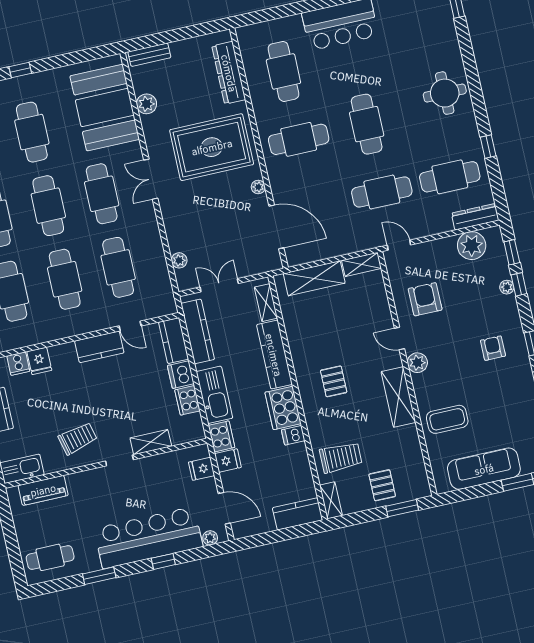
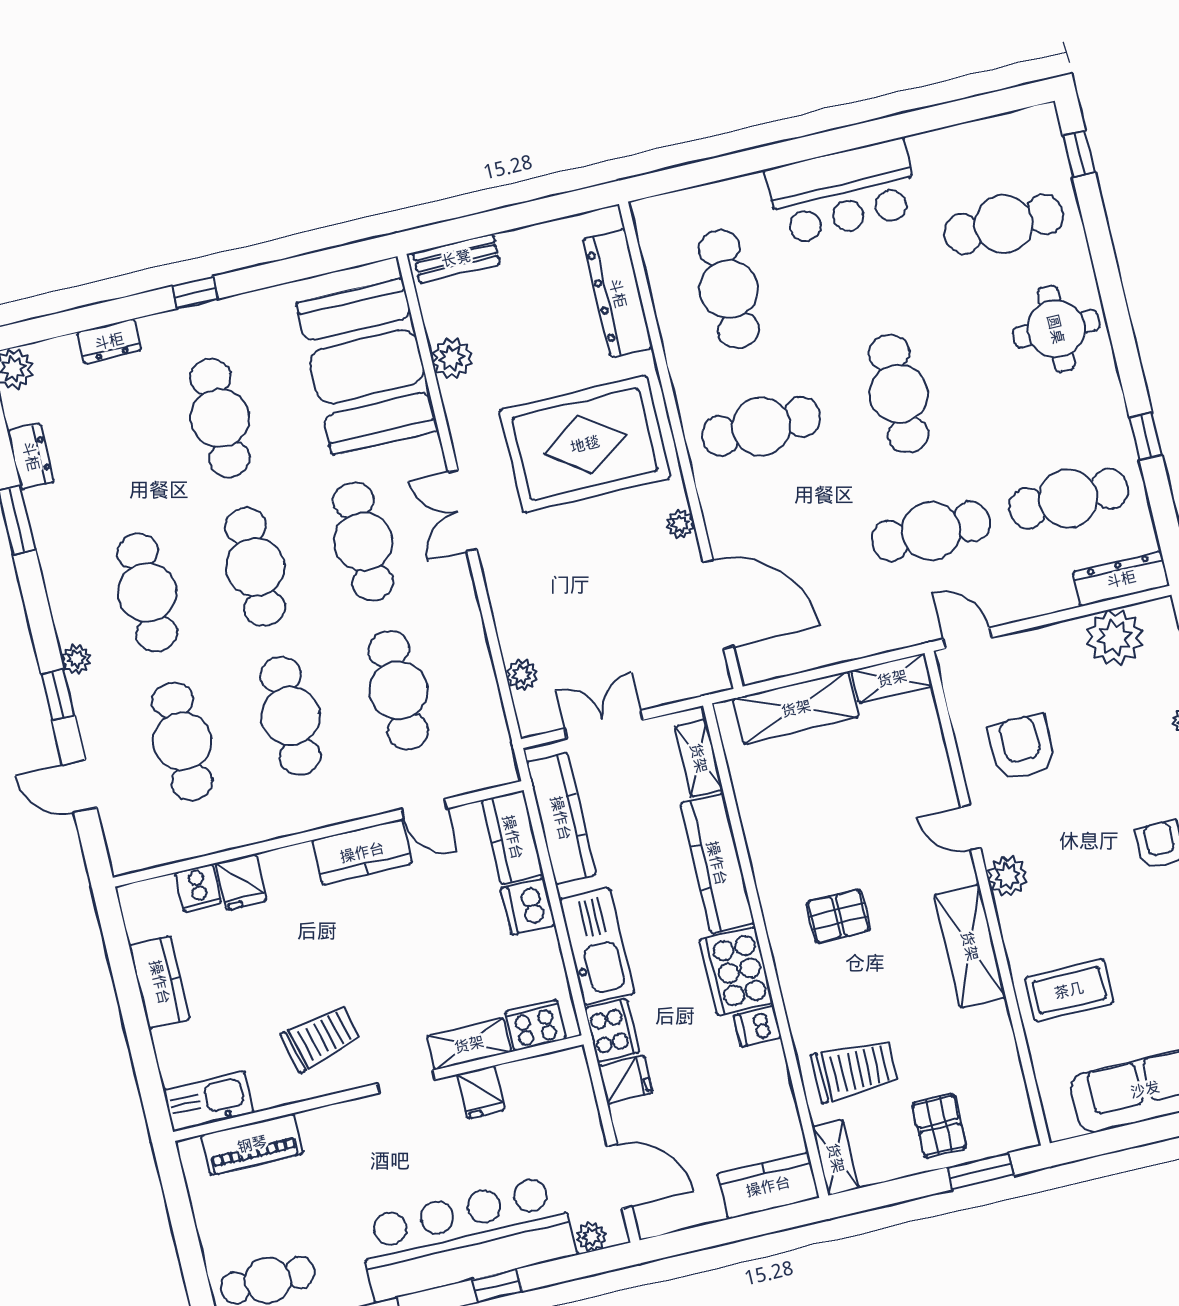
cafe table: (419, 41) -> (1004, 224), added
pallet: (334, 381) -> (838, 916), turned 90
cooker: (188, 400) -> (535, 1025), moved, turned 90
fridge: (202, 469) -> (481, 1092), moved, turned -90

